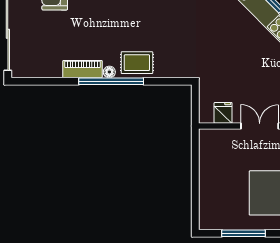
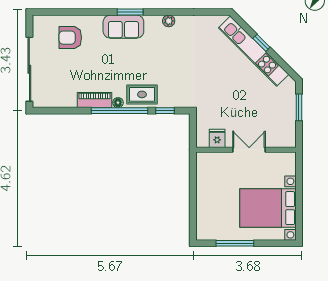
window: (163, 81) -> (165, 111), added

